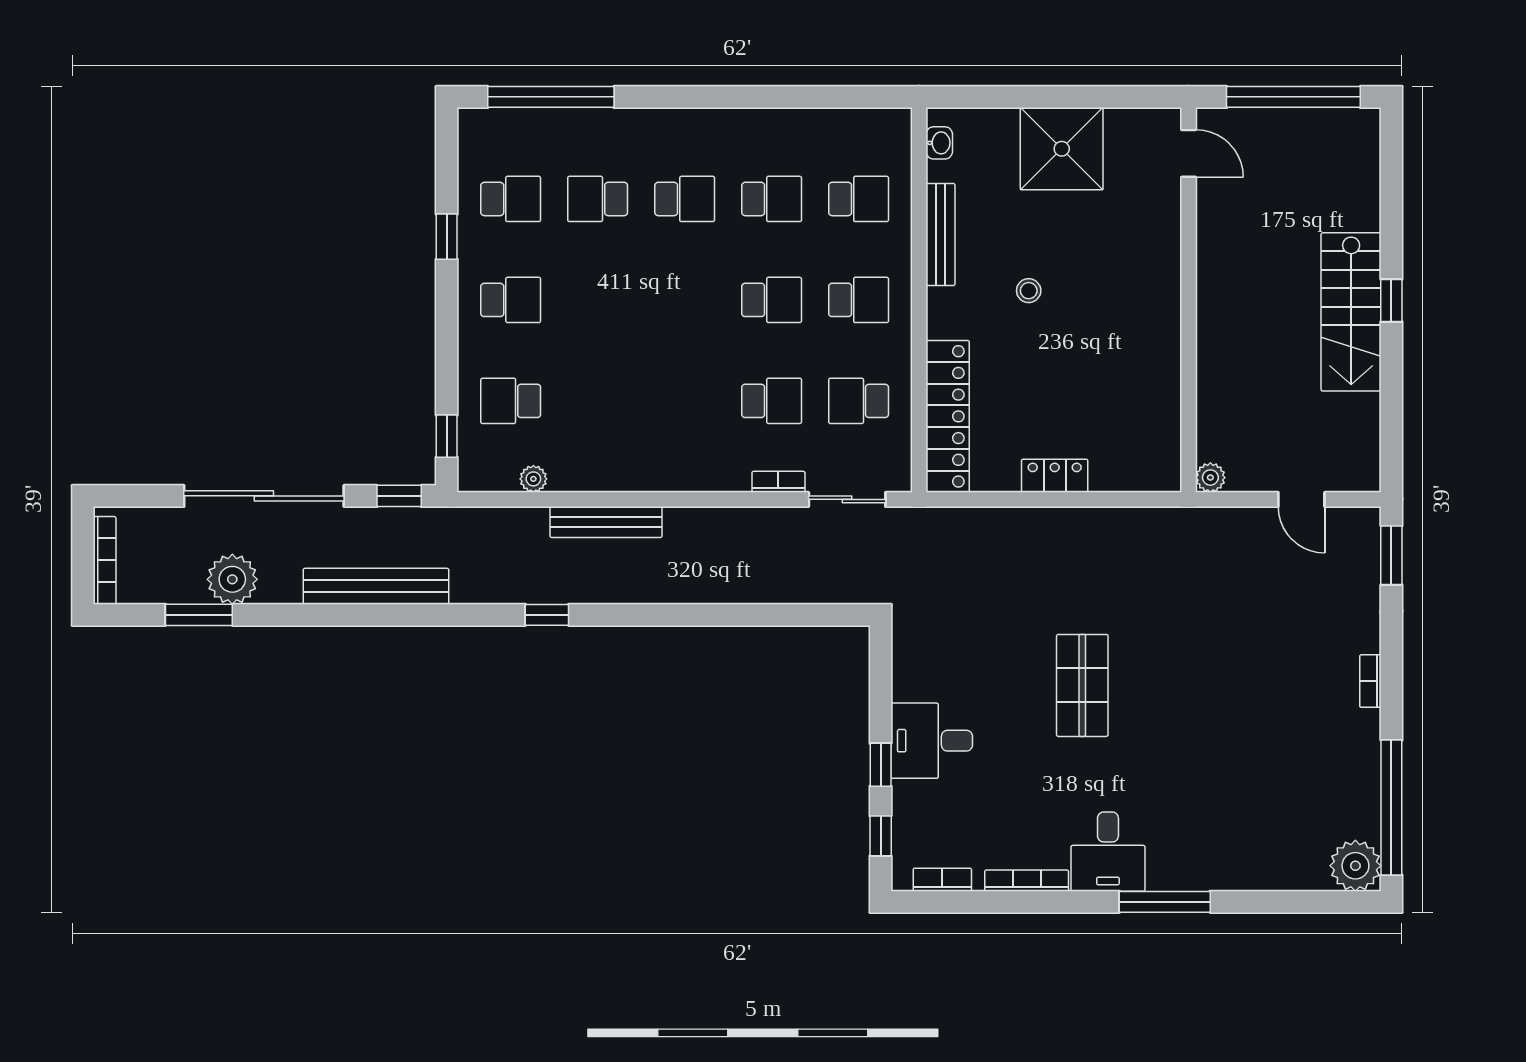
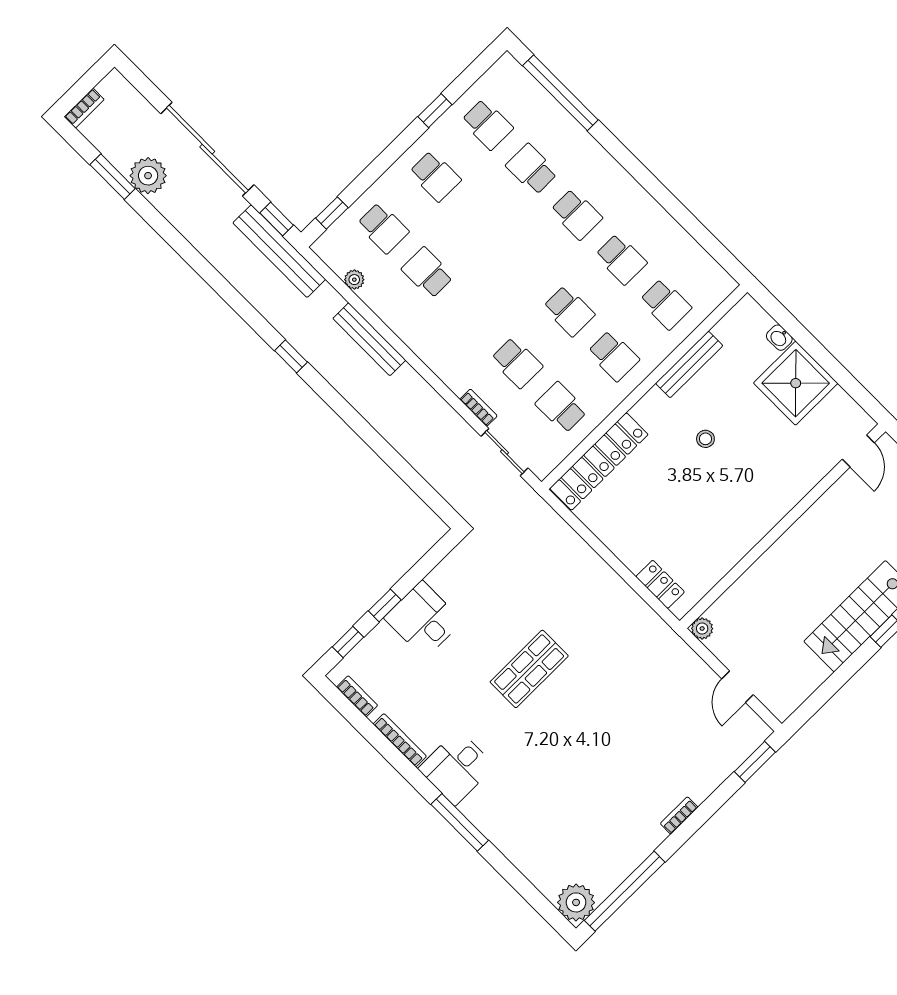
washbasin: (939, 143) -> (779, 338), moved, turned 90
school desk: (511, 401) -> (383, 228), turned 180
school desk: (598, 401) -> (428, 273), added
locker: (1055, 476) -> (660, 584), moved
bookcase: (105, 560) -> (84, 108), width x0.64
bench: (376, 586) -> (279, 251), moved

